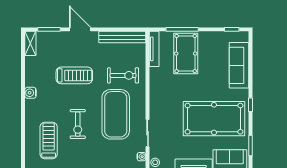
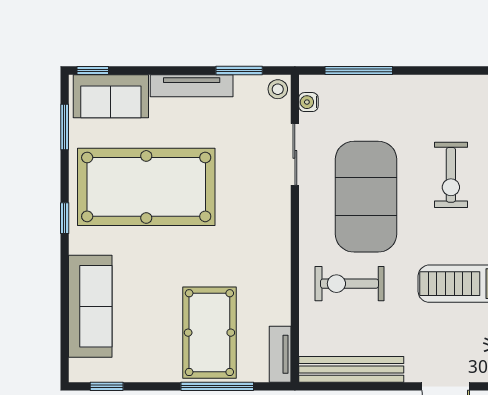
tv unit: (154, 49) -> (280, 354), width x0.71
exercise bike: (78, 124) -> (451, 175), turned 180

